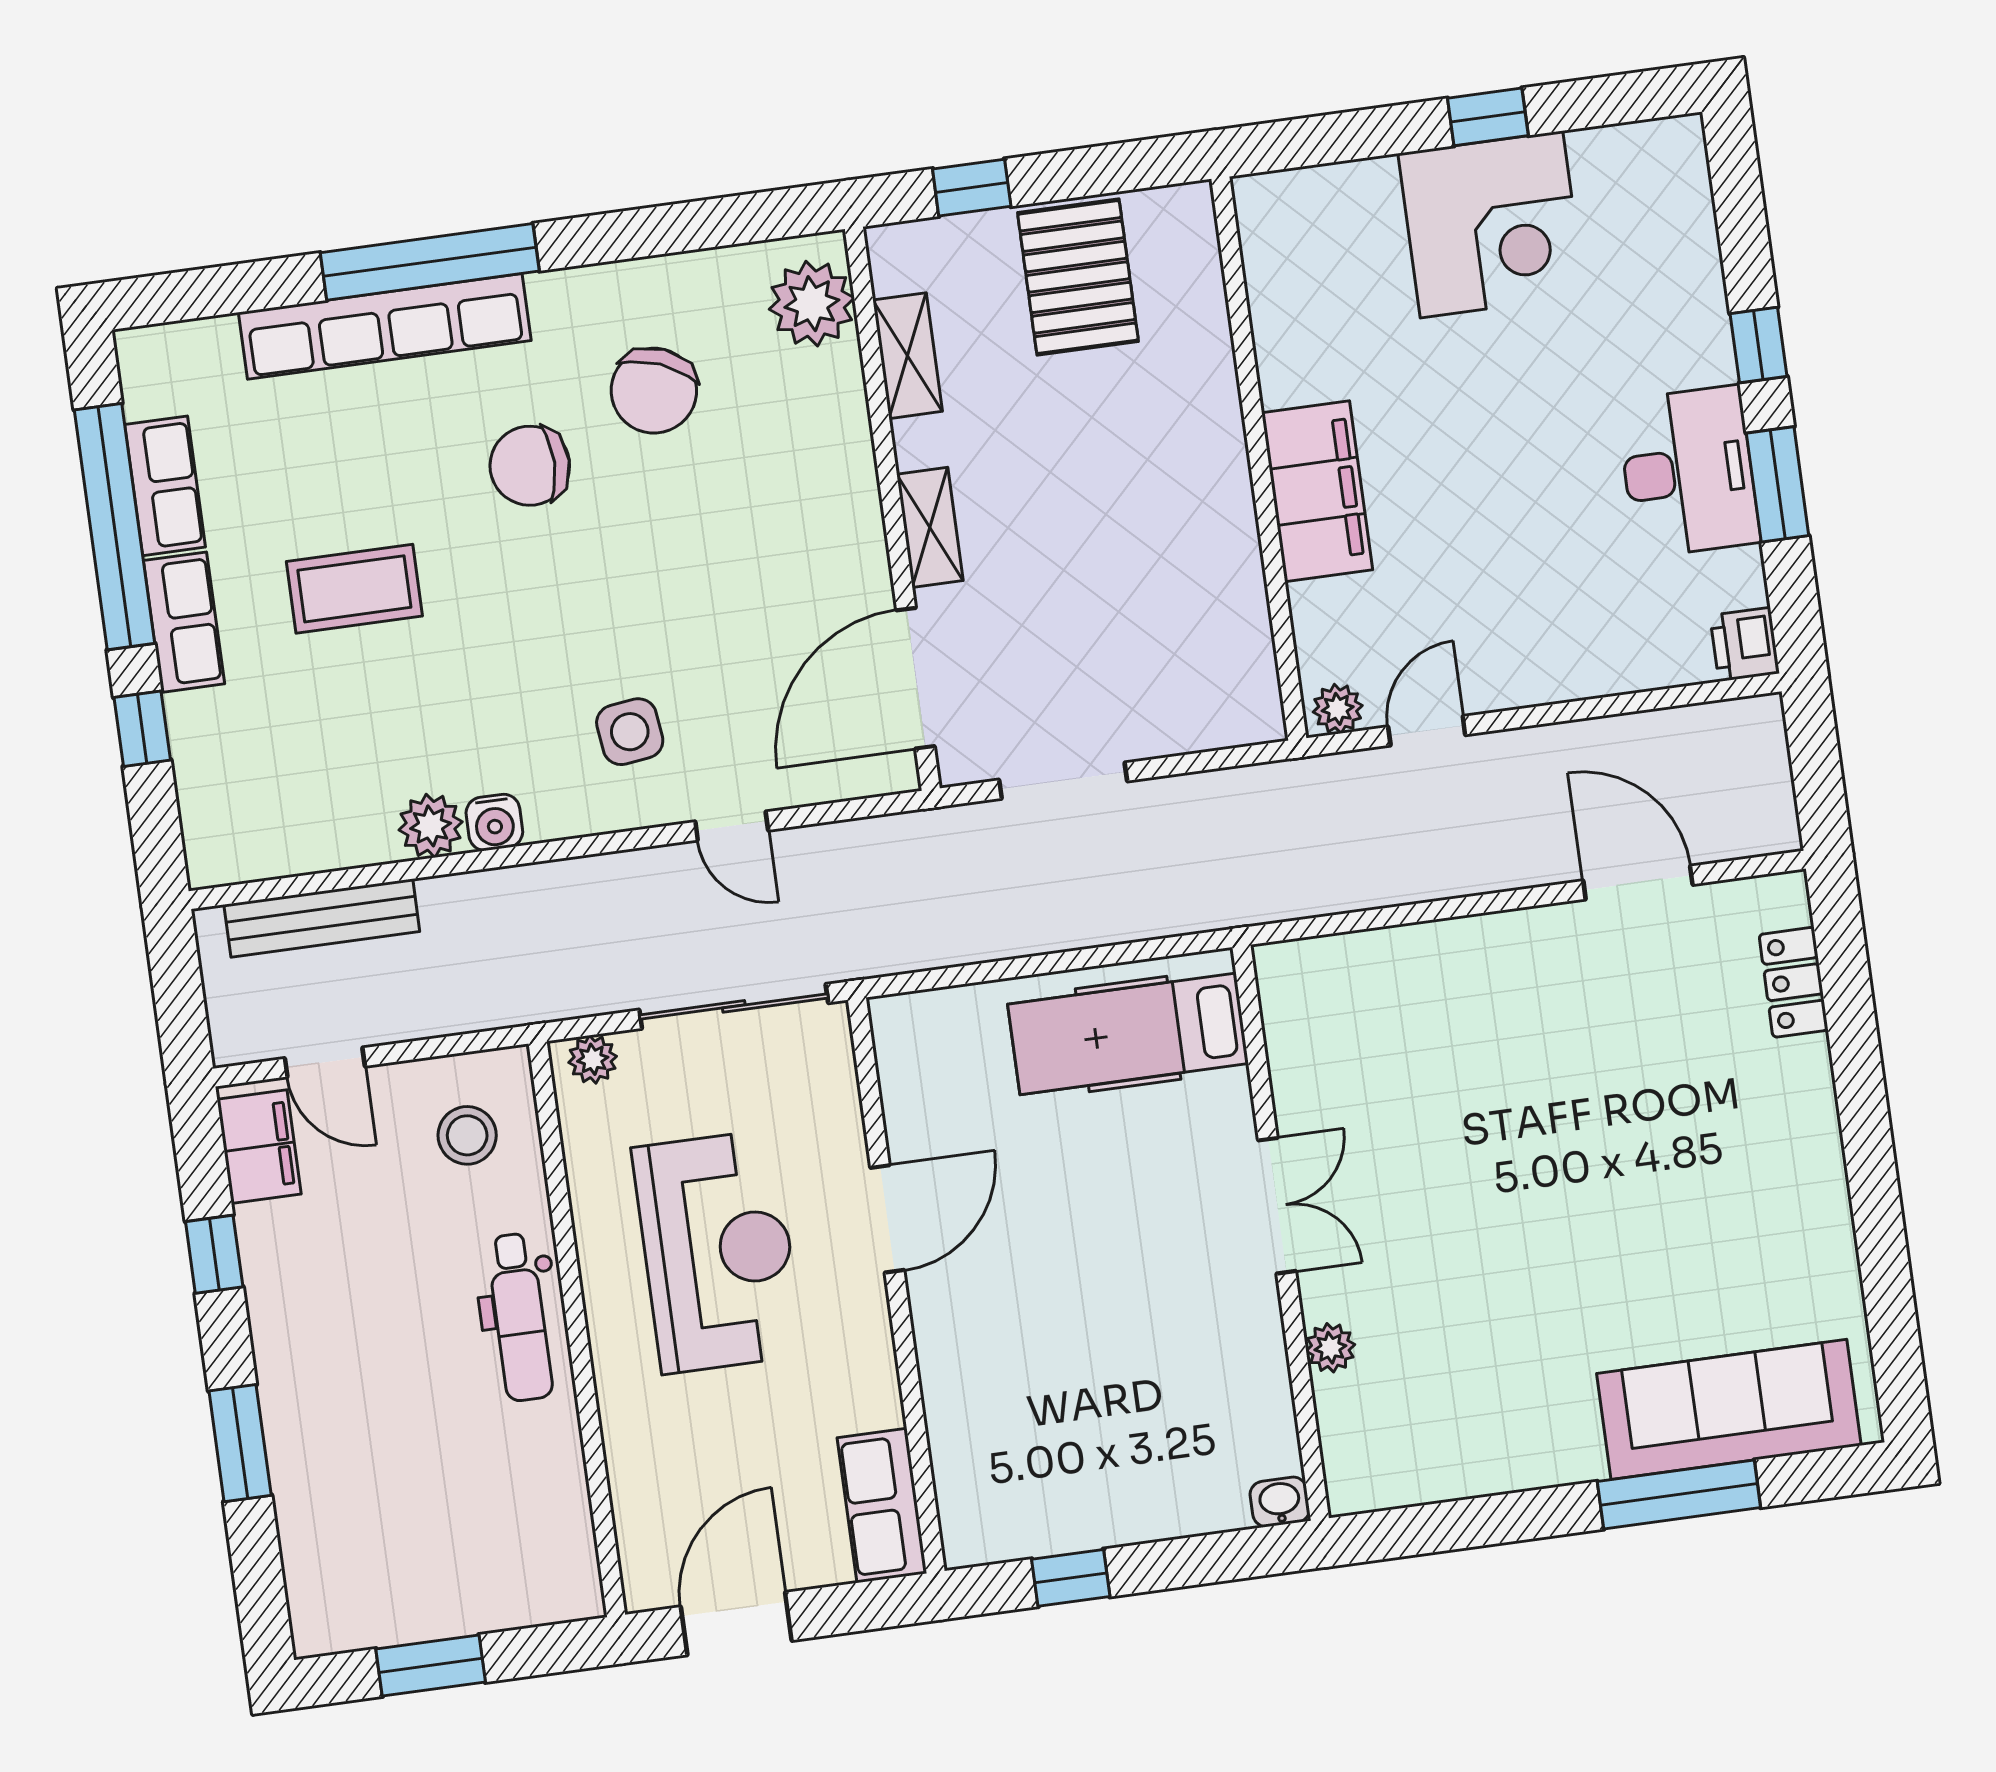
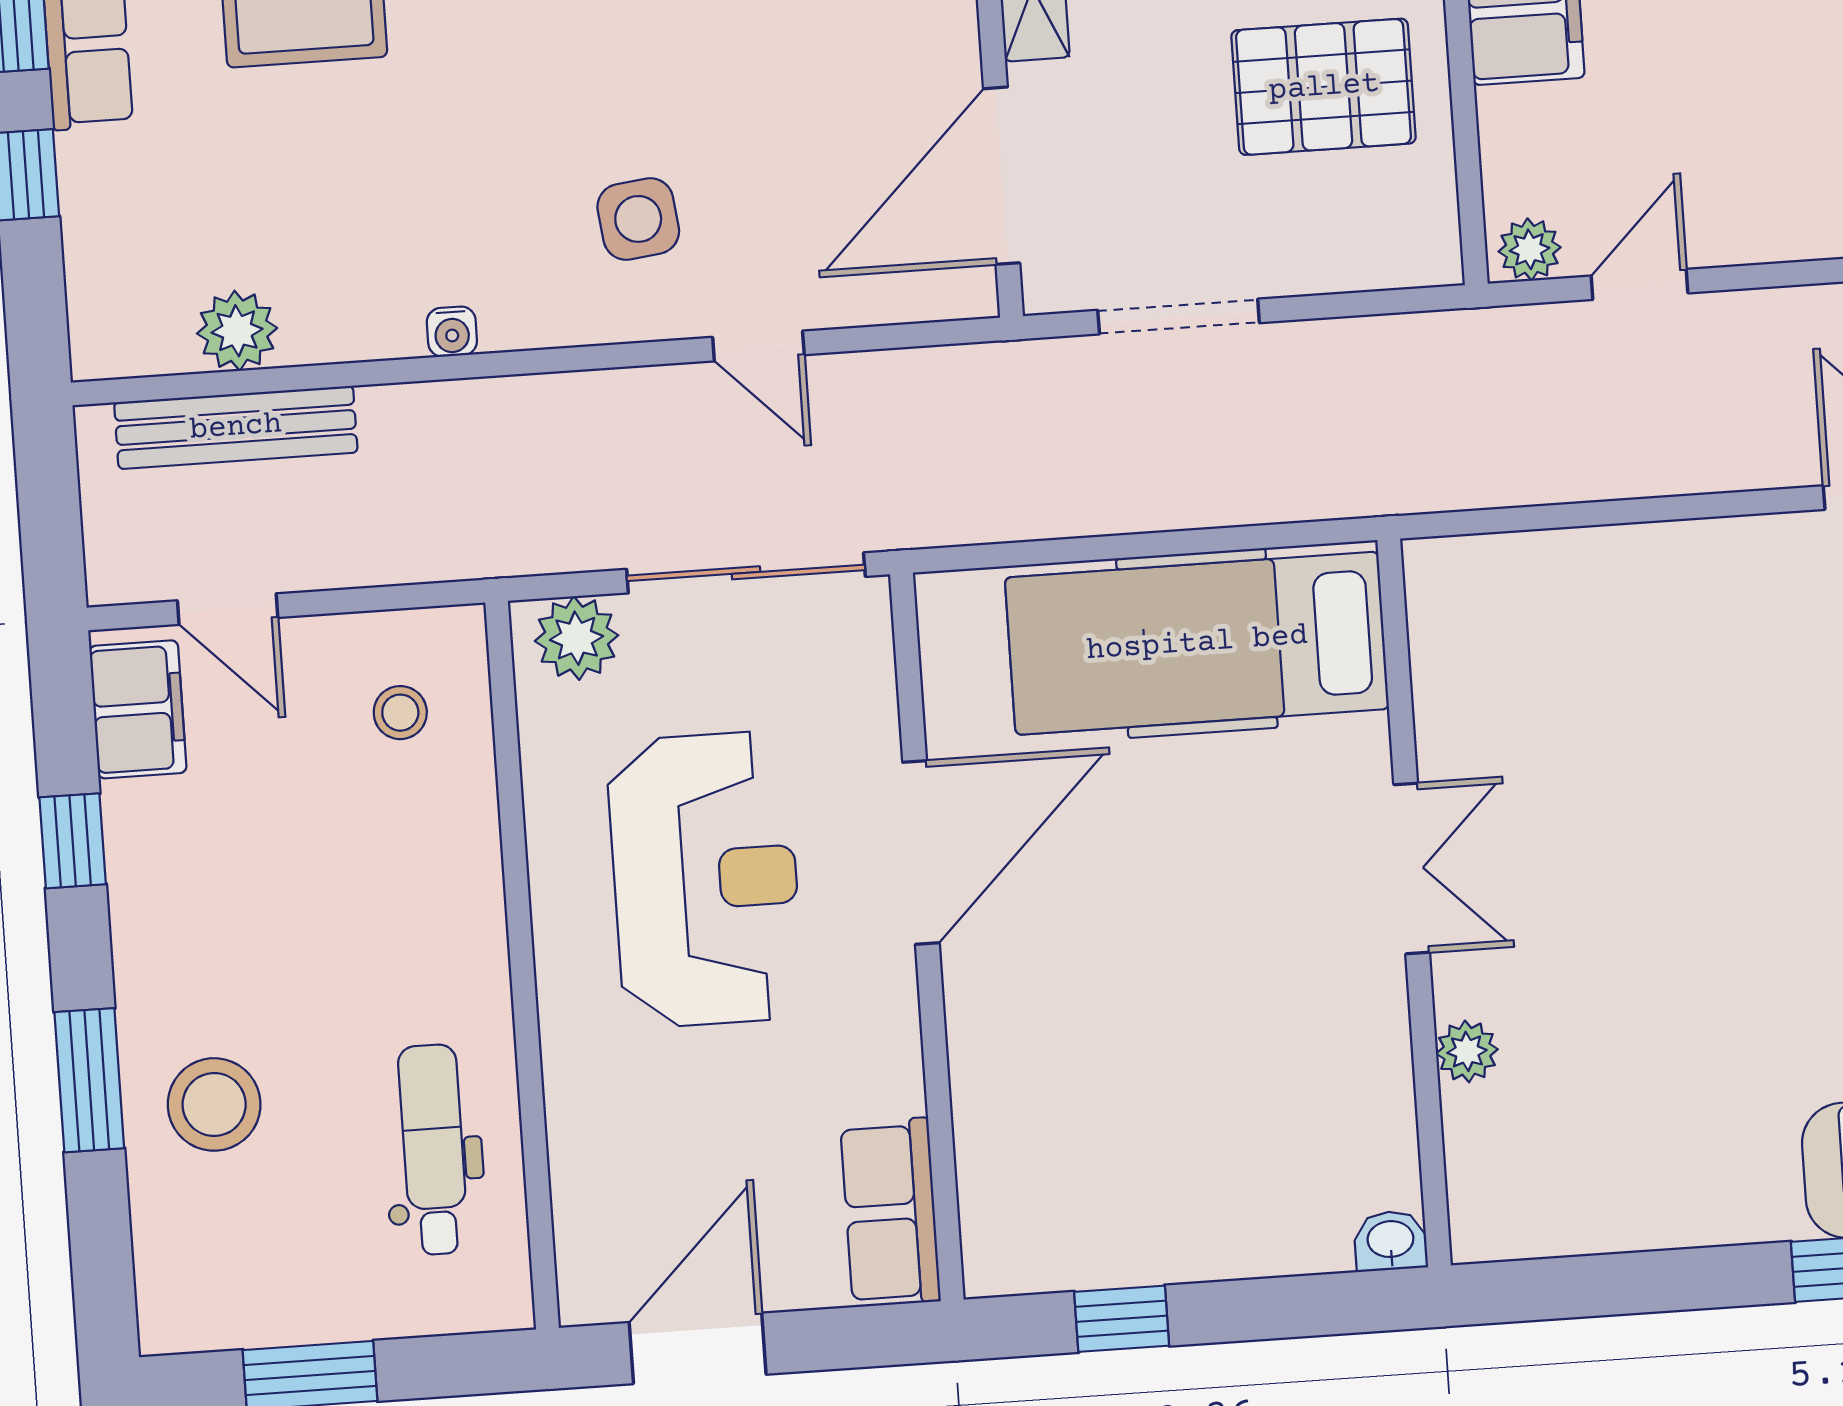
pallet: (1166, 591) -> (1324, 87), added
water cooler: (494, 822) -> (452, 332), width x0.72, depth x0.72
plant: (431, 826) -> (237, 331), moved
hospital bed: (1128, 1034) -> (1197, 643), width x1.37, depth x1.29
plant: (593, 1059) -> (577, 638), width x1.38, depth x1.38
stool: (467, 1135) -> (400, 713), width x0.73, depth x0.73
door: (887, 1219) -> (921, 853), width x1.36
dental chair: (520, 1317) -> (433, 1150), moved, turned 180
stool: (340, 1456) -> (214, 1104), added

